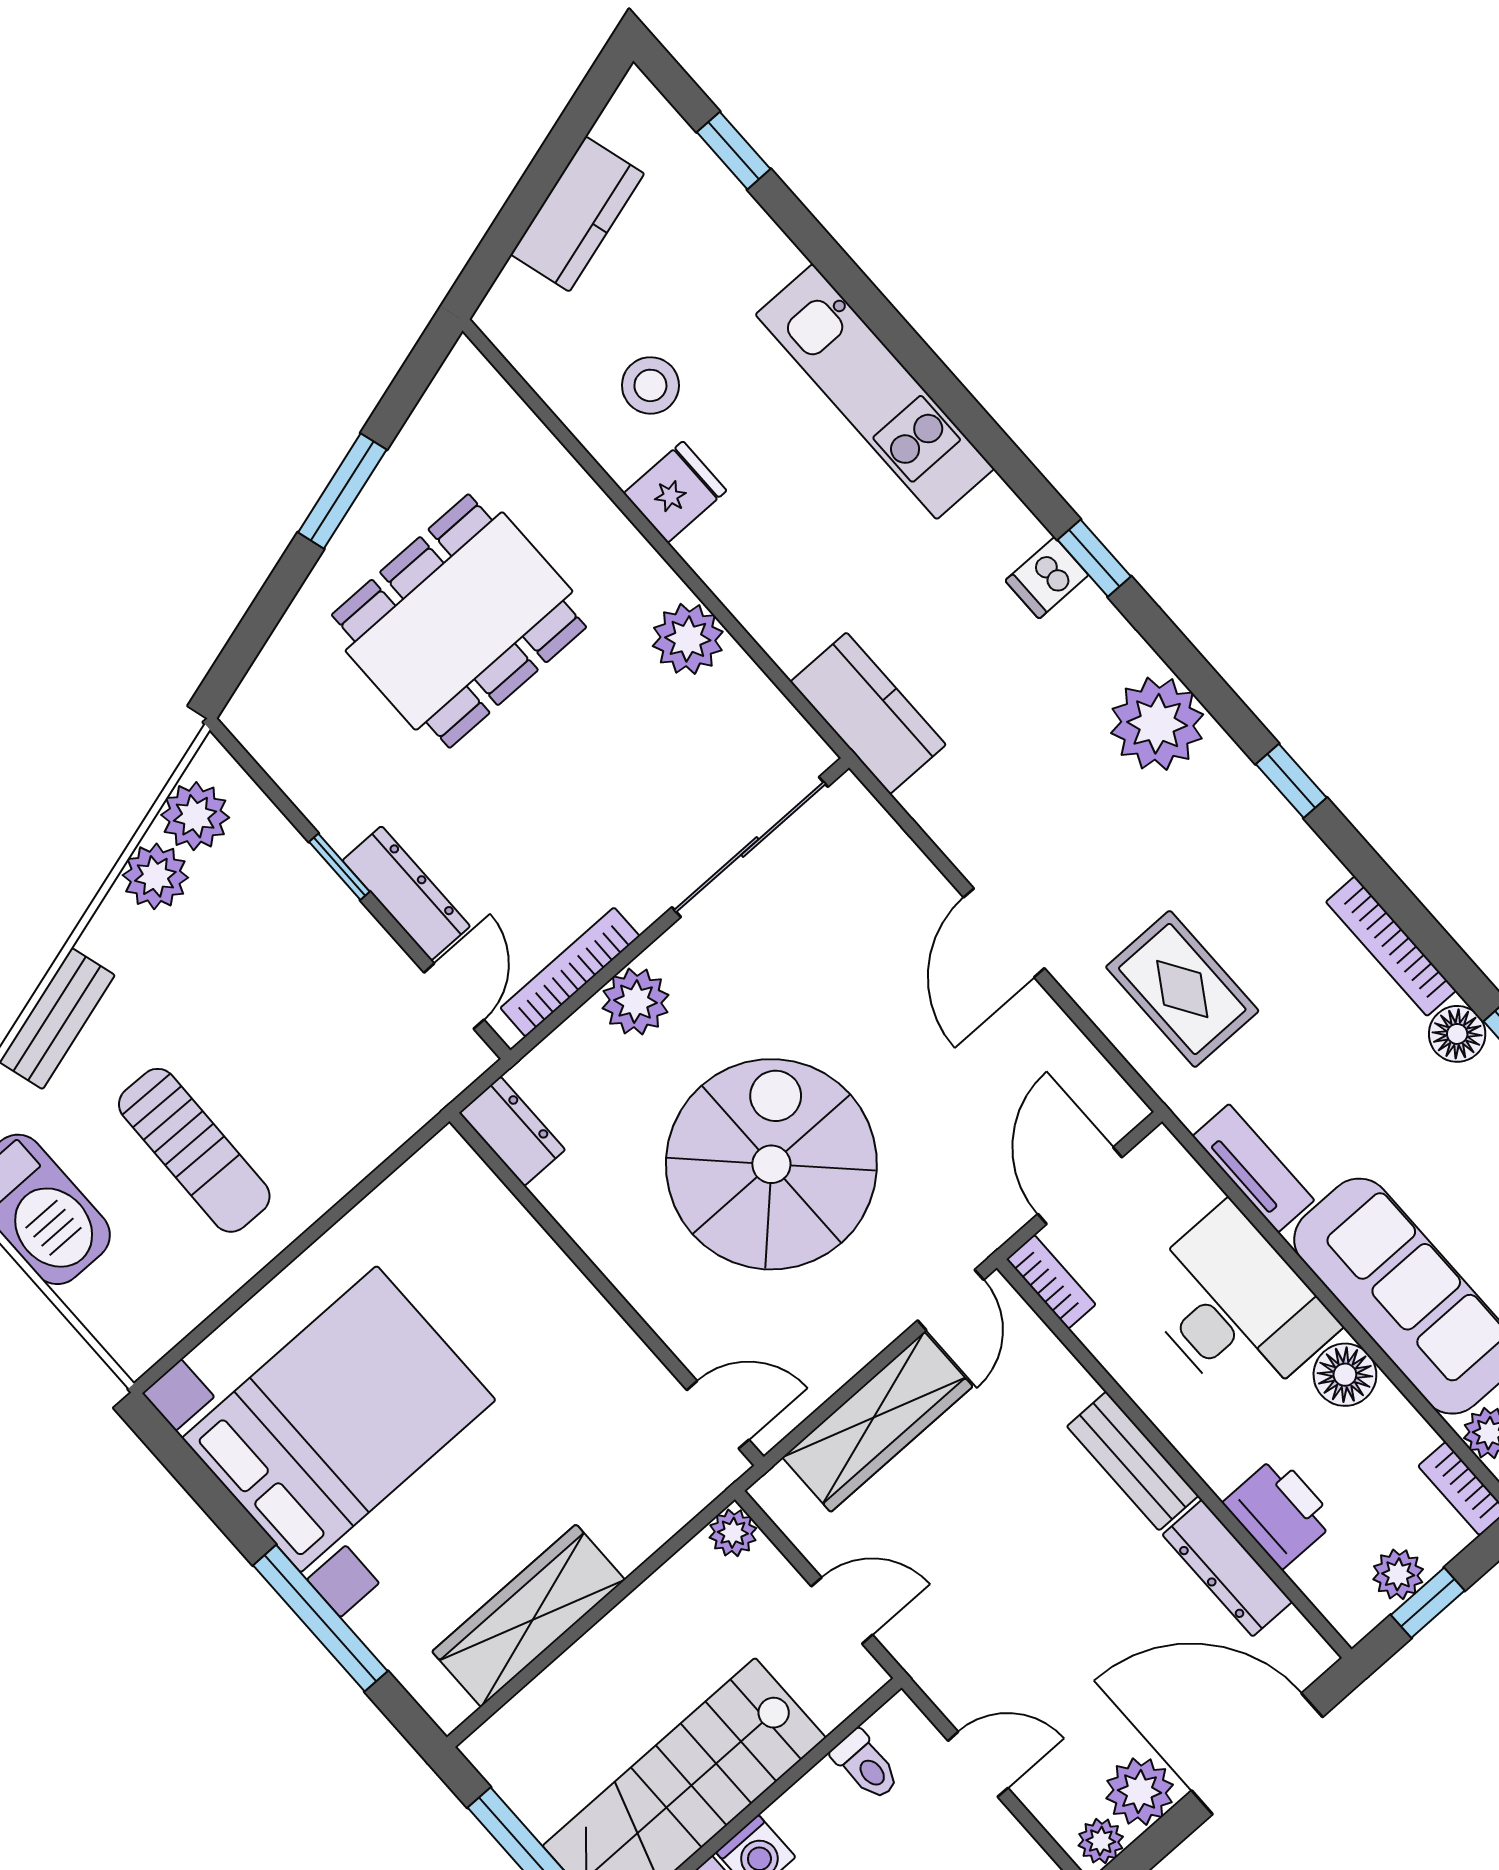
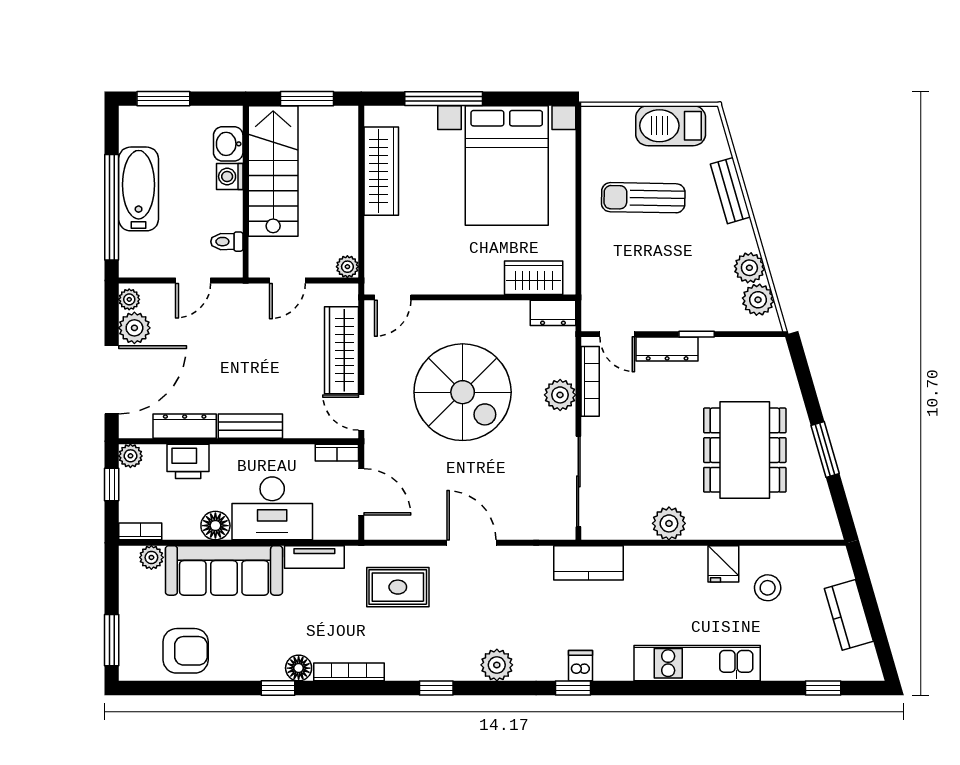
plant: (1157, 724) -> (497, 665), width x0.73, depth x0.73
wardrobe: (483, 1213) -> (534, 278), added
plant: (1398, 1574) -> (130, 456), moved

